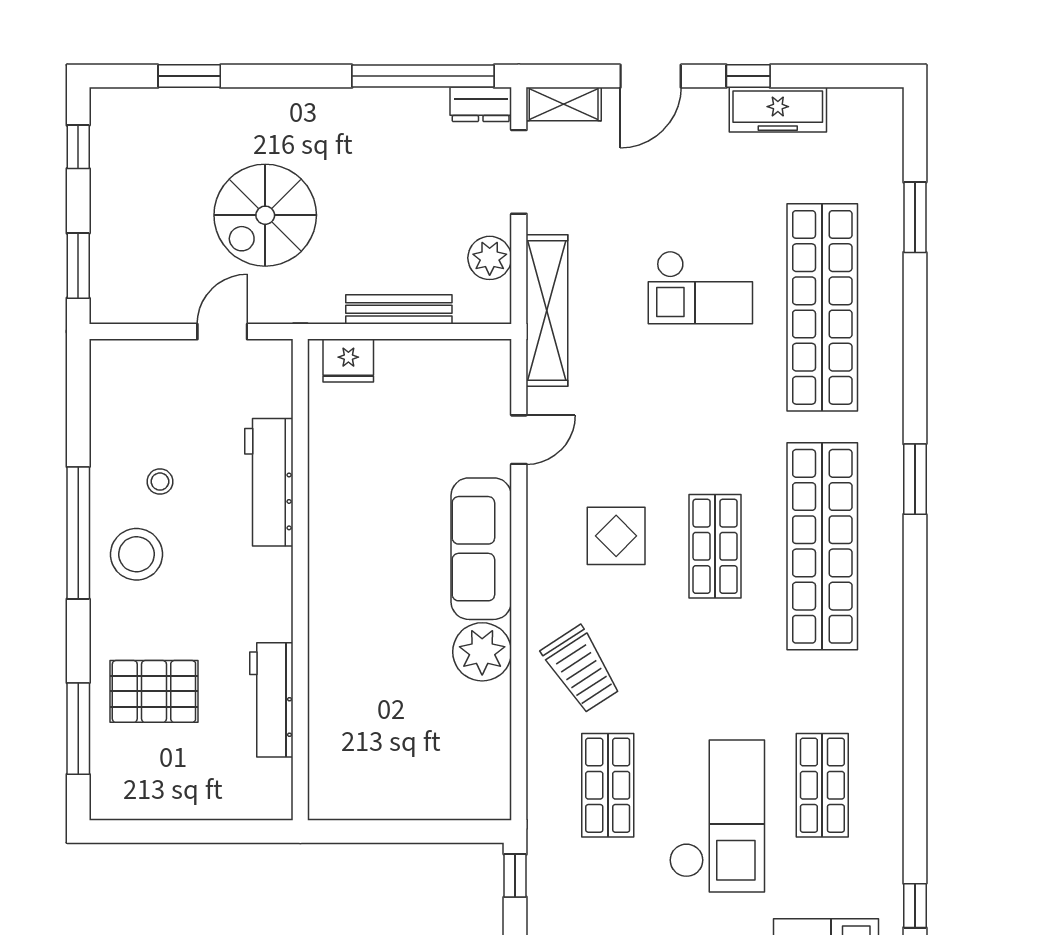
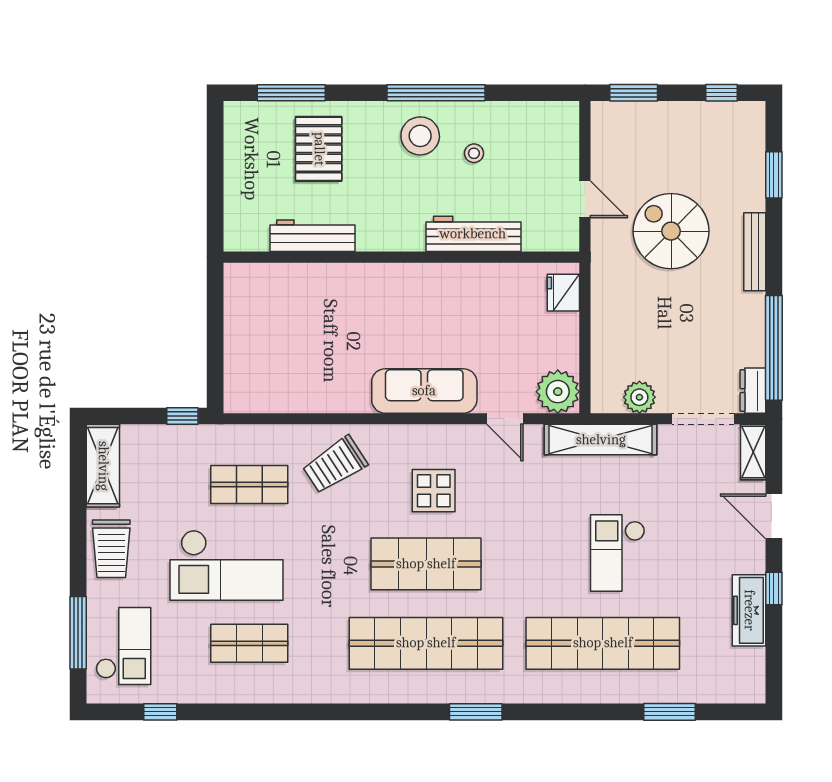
bench: (399, 309) -> (755, 252), moved
shop shelf: (715, 546) -> (426, 564), width x1.43, depth x1.36
plant: (482, 652) -> (558, 392), moved

